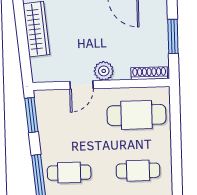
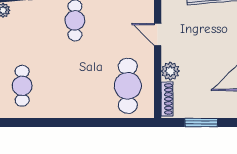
plant: (104, 71) -> (170, 71), moved
cafe table: (138, 171) -> (75, 86), removed

